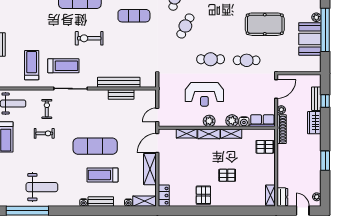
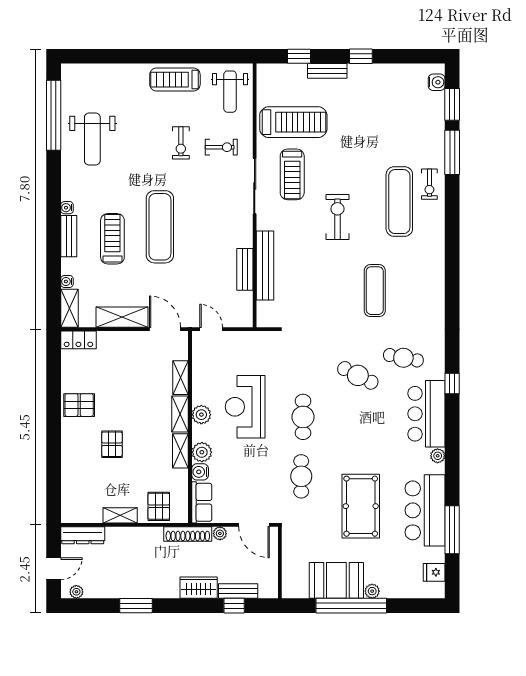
treadmill: (32, 65) -> (293, 122), width x1.37, depth x1.38
shelving: (270, 195) -> (120, 515), moved
dresser: (282, 197) -> (83, 535), width x1.44

